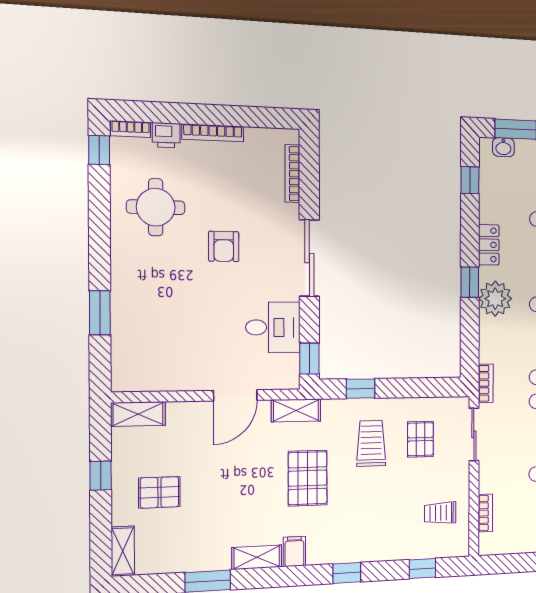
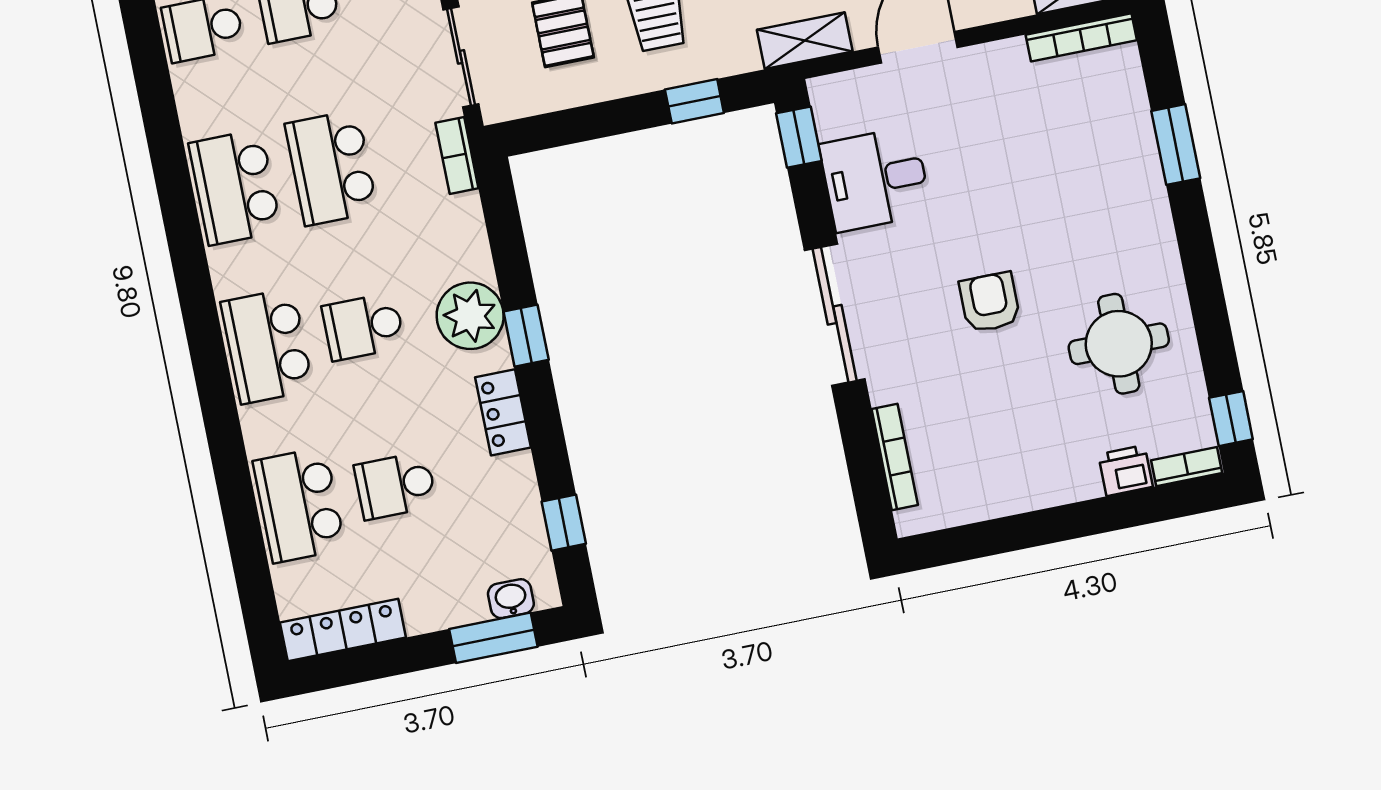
bookcase: (213, 133) -> (1081, 37), moved, turned 180

